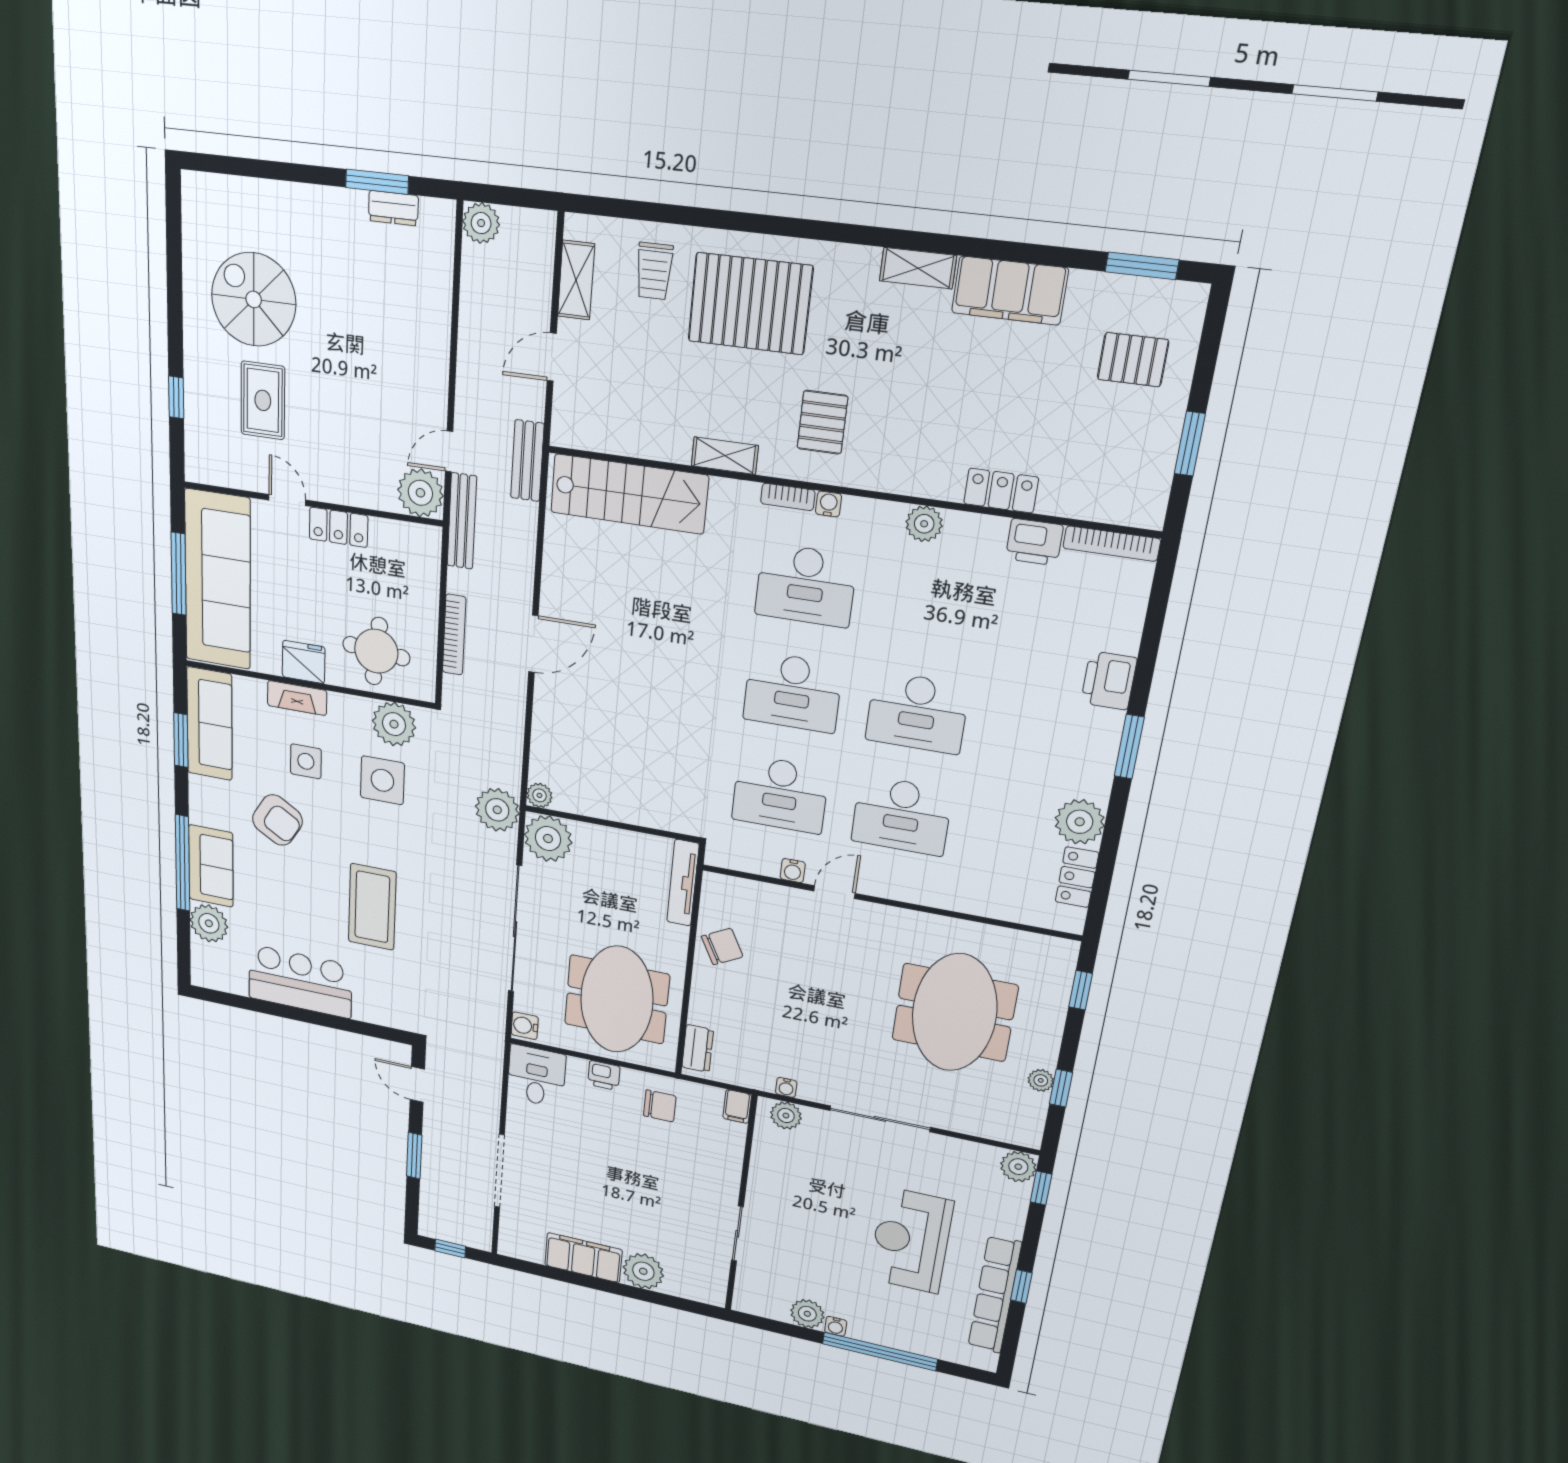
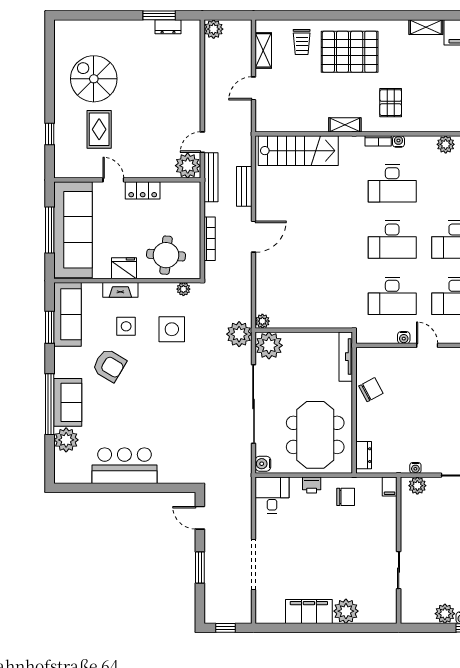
bench: (527, 461) -> (244, 186), moved
plant: (394, 724) -> (183, 289), width x0.53, depth x0.53
door: (835, 892) -> (427, 345), hinge flipped
coffee table: (372, 907) -> (168, 408), removed

